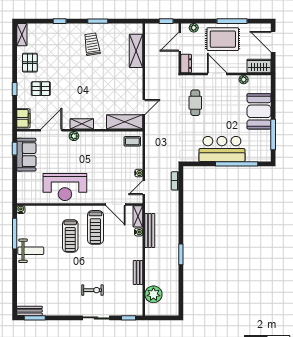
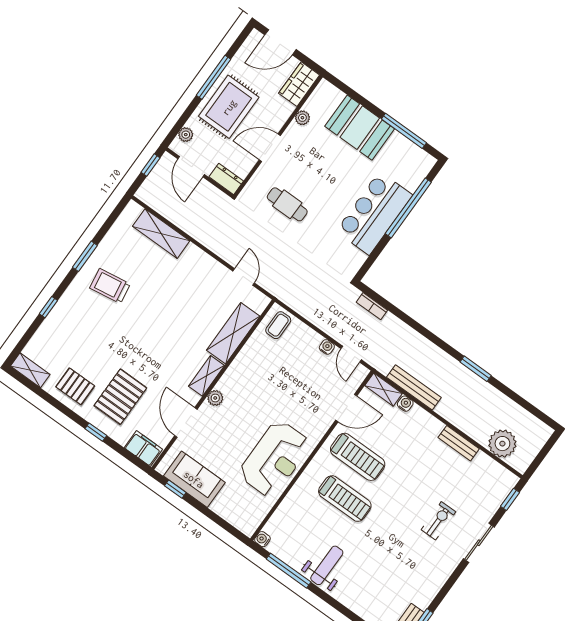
pallet: (41, 89) -> (120, 397), width x1.50, depth x1.42
shelving: (125, 122) -> (233, 333), moved

